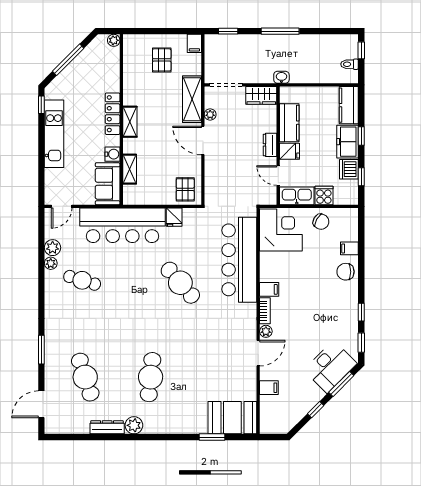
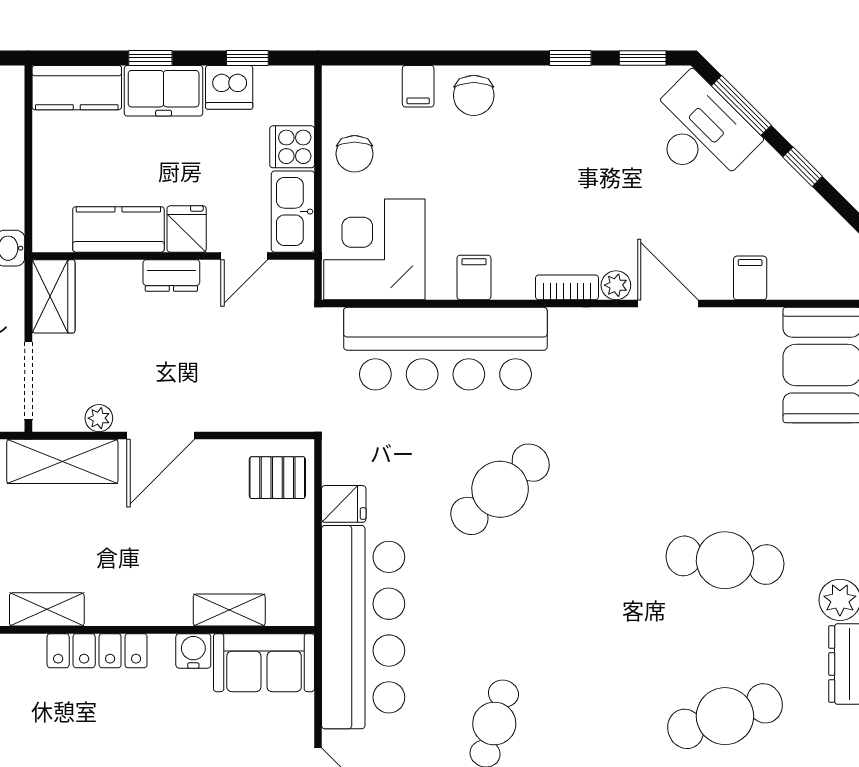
shelving: (130, 122) -> (47, 609), moved
chair: (321, 222) -> (355, 154), turned 150
filing cabinet: (269, 289) -> (474, 277), moved

